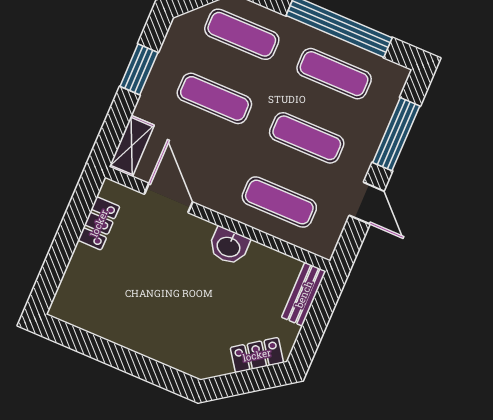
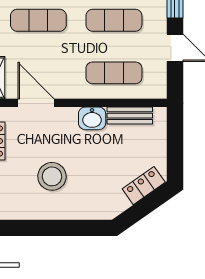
bench: (304, 294) -> (130, 116), moved, turned 90
stool: (150, 296) -> (52, 176), added

